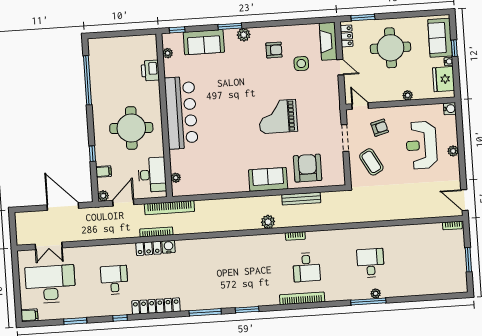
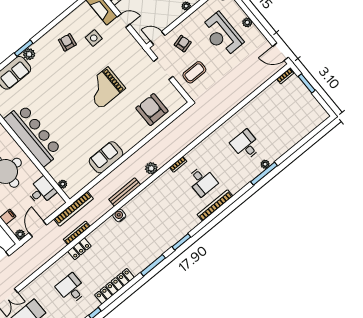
plant: (244, 35) -> (29, 54), moved
armchair: (274, 50) -> (67, 42), turned -80
coffee table: (371, 162) -> (194, 72), turned -61
desk: (152, 175) -> (42, 191), width x0.73
sofa: (268, 179) -> (106, 157), moved
bench: (301, 199) -> (125, 192), moved
water cooler: (169, 247) -> (119, 215), moved
window: (468, 260) -> (307, 83), moved

